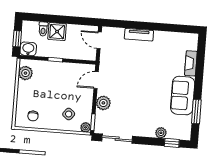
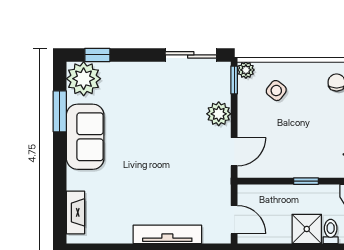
tv unit: (139, 35) -> (167, 234), width x1.41
fireplace: (191, 63) -> (75, 212), moved
plant: (161, 133) -> (84, 79), moved, width x1.88, depth x1.88

